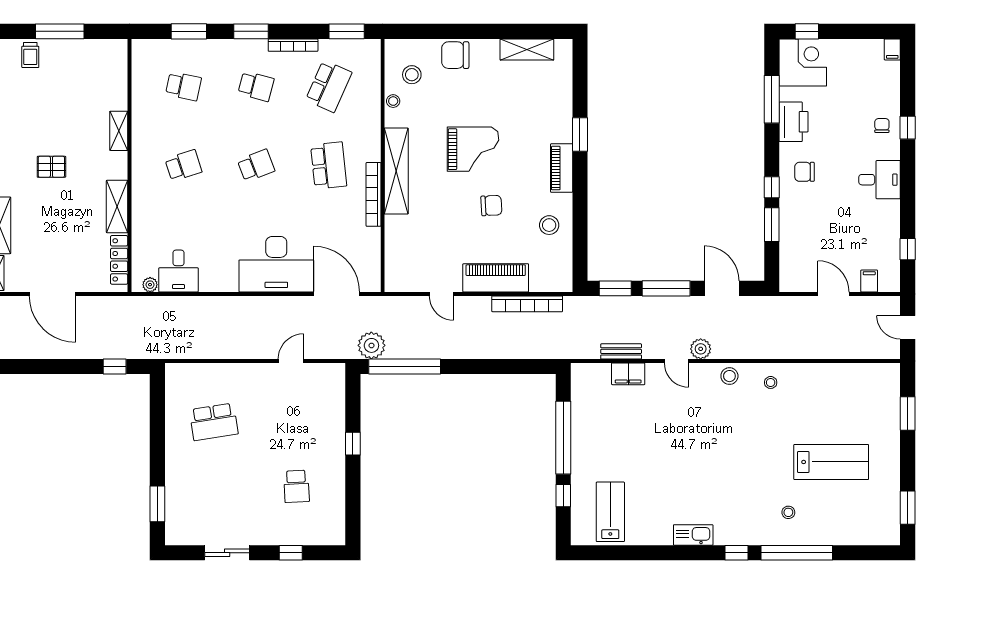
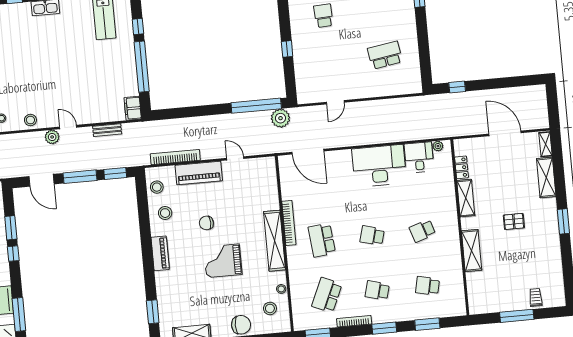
shelving: (119, 131) -> (472, 251), width x1.50, depth x1.33
window: (580, 135) -> (153, 312), moved
school desk: (256, 165) -> (372, 236), turned 36
locker: (119, 260) -> (462, 167), width x0.66
stool: (558, 263) -> (157, 187), added
desk: (276, 264) -> (379, 166), moved
filing cabinet: (628, 374) -> (133, 108), moved, turned -90

